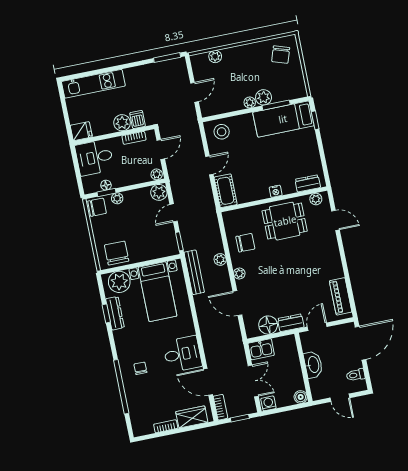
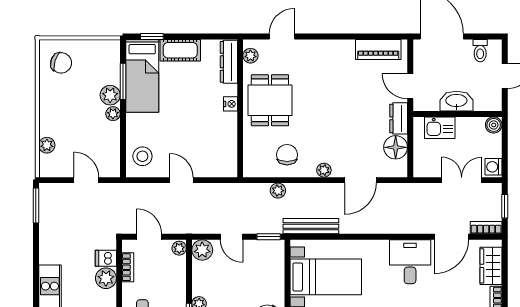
dresser: (308, 183) -> (229, 62), width x1.44
cot: (226, 191) -> (180, 50), moved
plant: (220, 259) -> (278, 191), moved
kitchen sink: (261, 349) -> (440, 128), moved, turned 90

